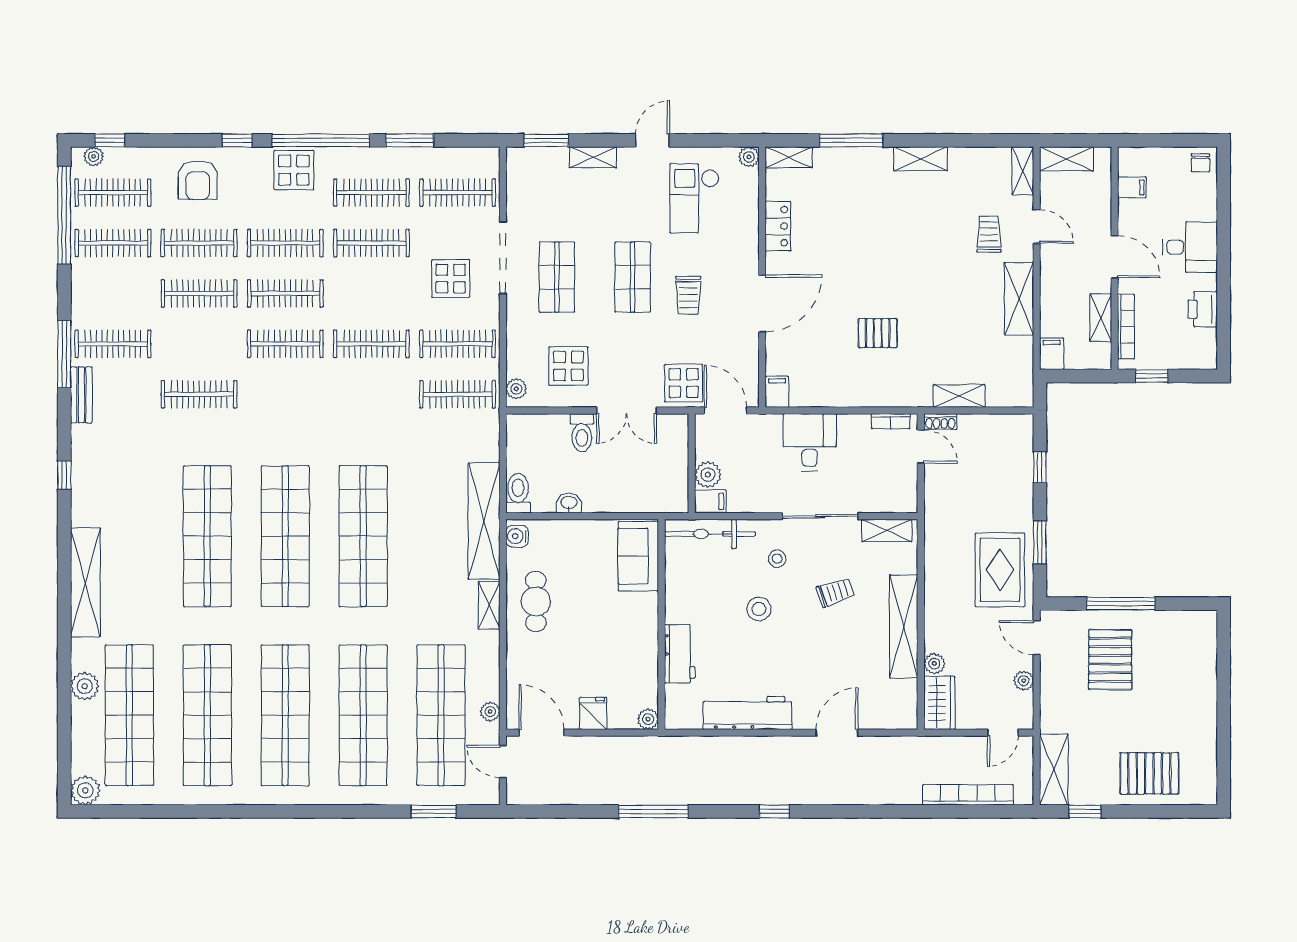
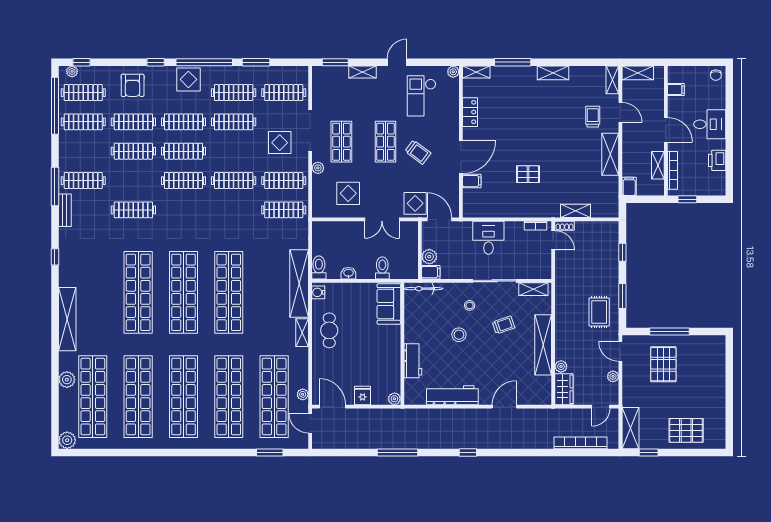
trolley: (688, 295) -> (418, 152), turned -53
plant: (516, 389) -> (318, 168), moved
filing cabinet: (777, 392) -> (472, 181), moved, turned 90
toilet: (582, 433) -> (382, 268), moved, turned 180
bicycle: (710, 534) -> (423, 289), width x0.73, depth x0.71
rug: (1000, 570) -> (599, 312), width x0.73, depth x0.70

